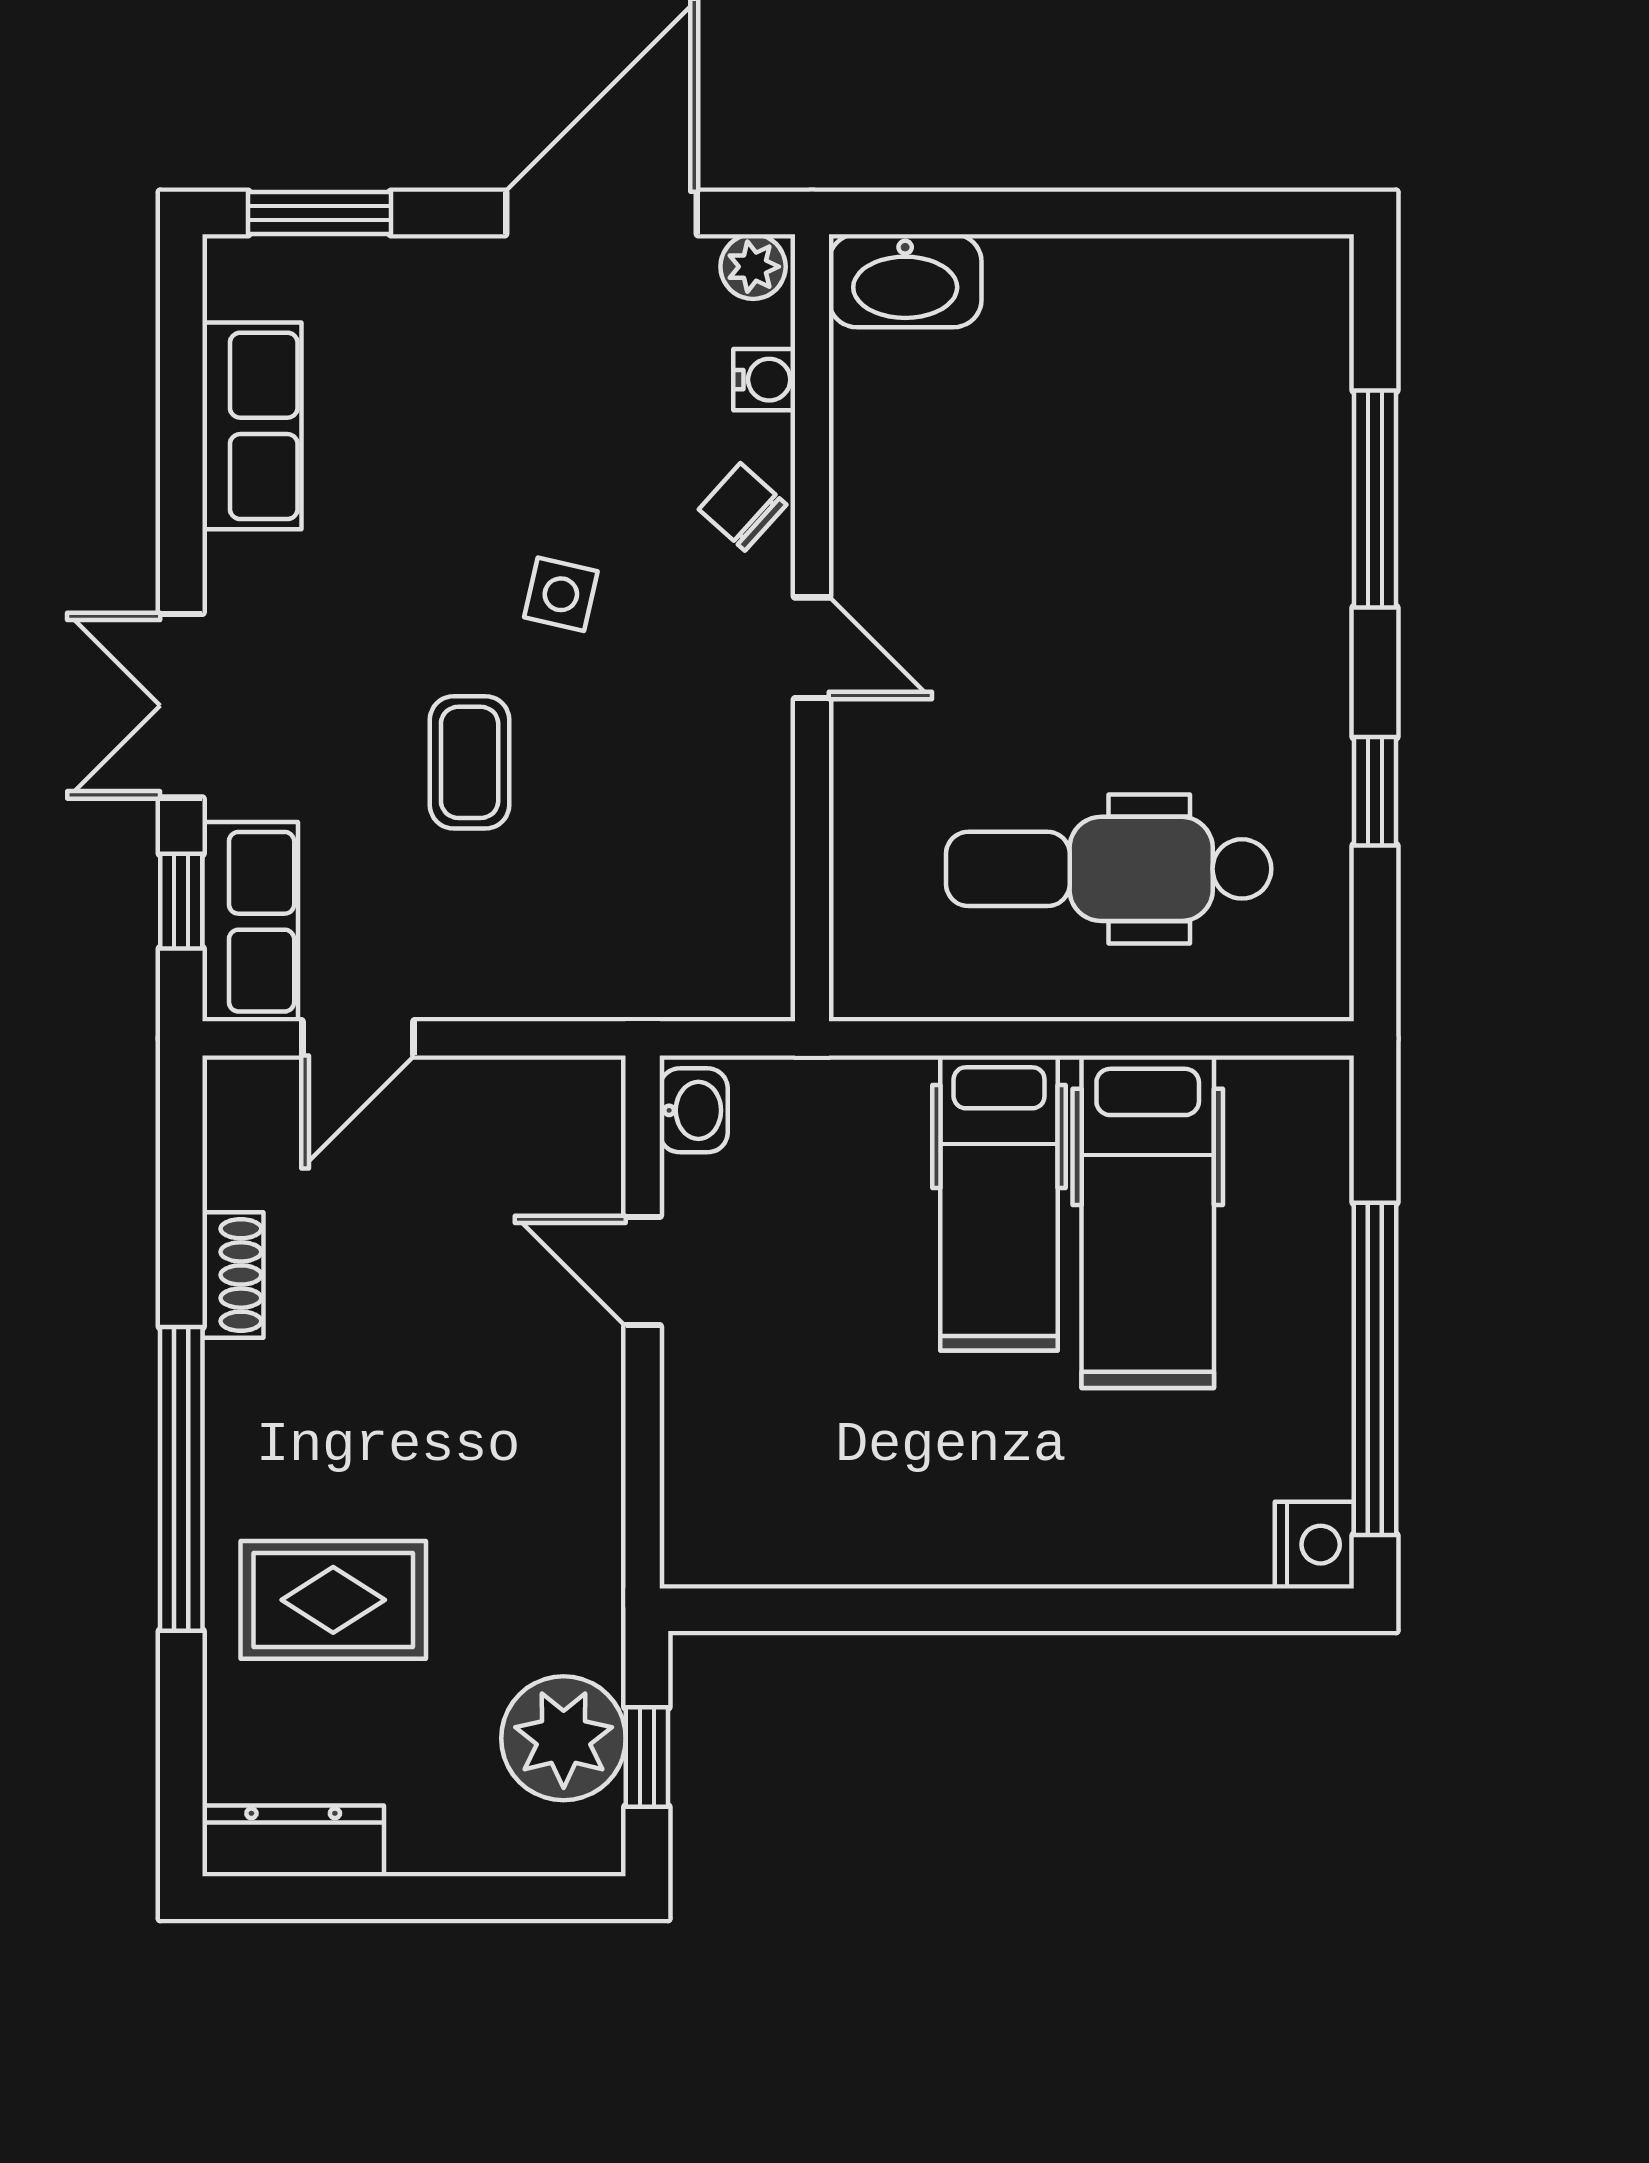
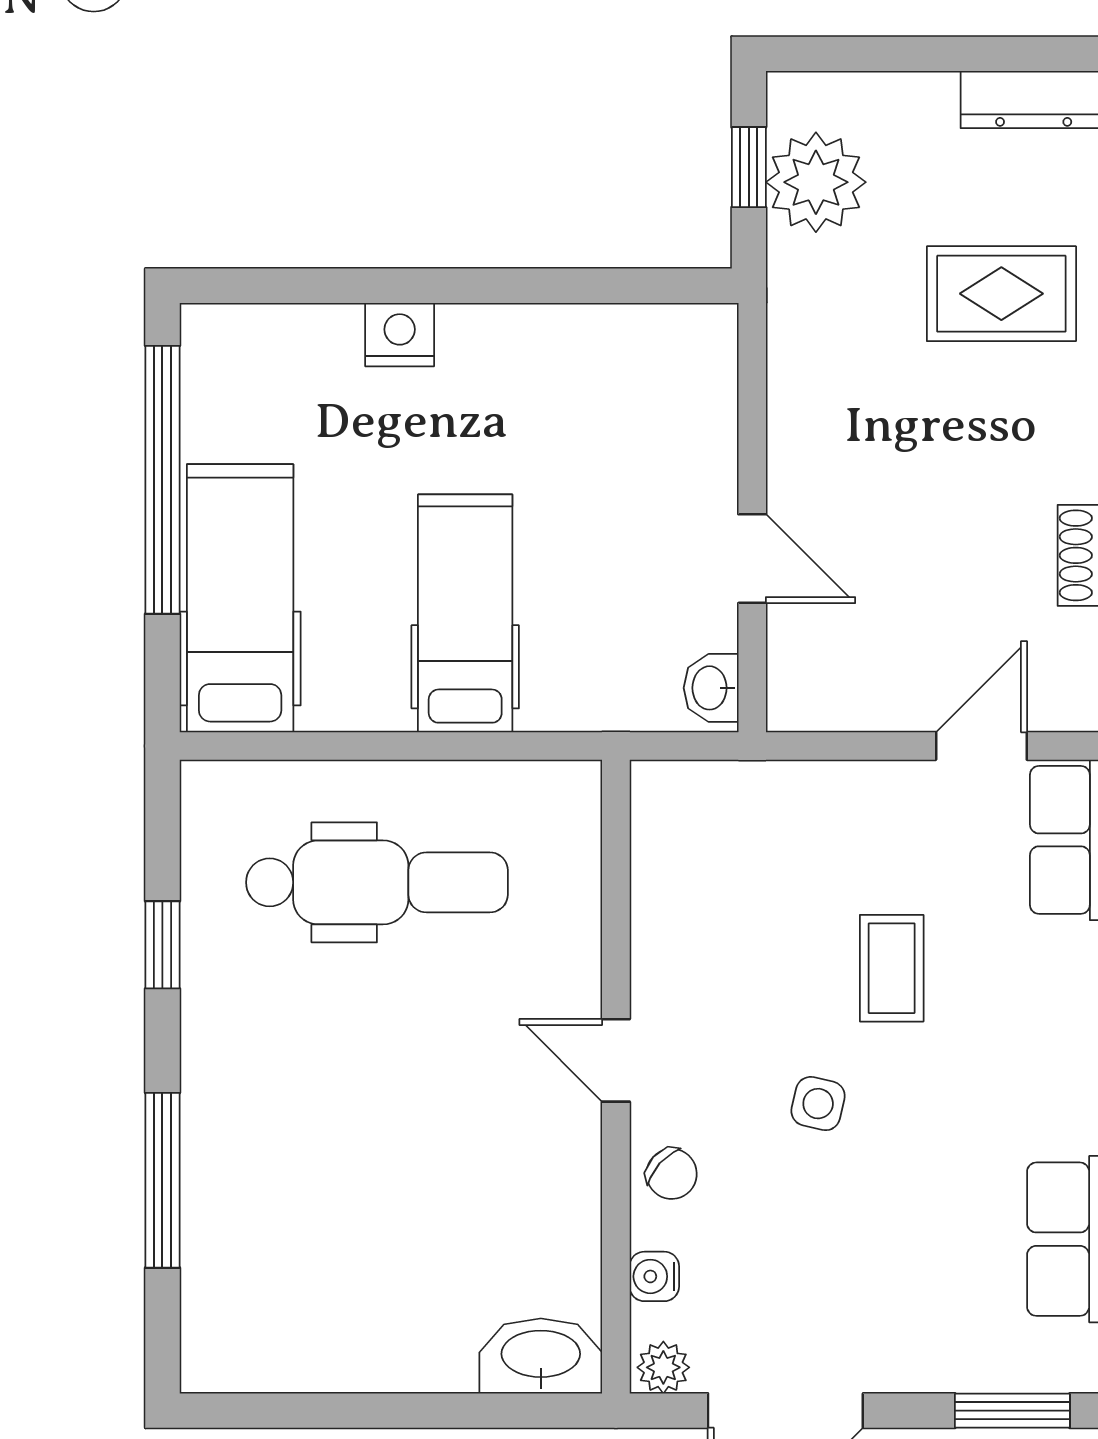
hospital bed: (1148, 1222) -> (240, 598), moved
nightstand: (1314, 1545) -> (400, 335), moved, turned 90

